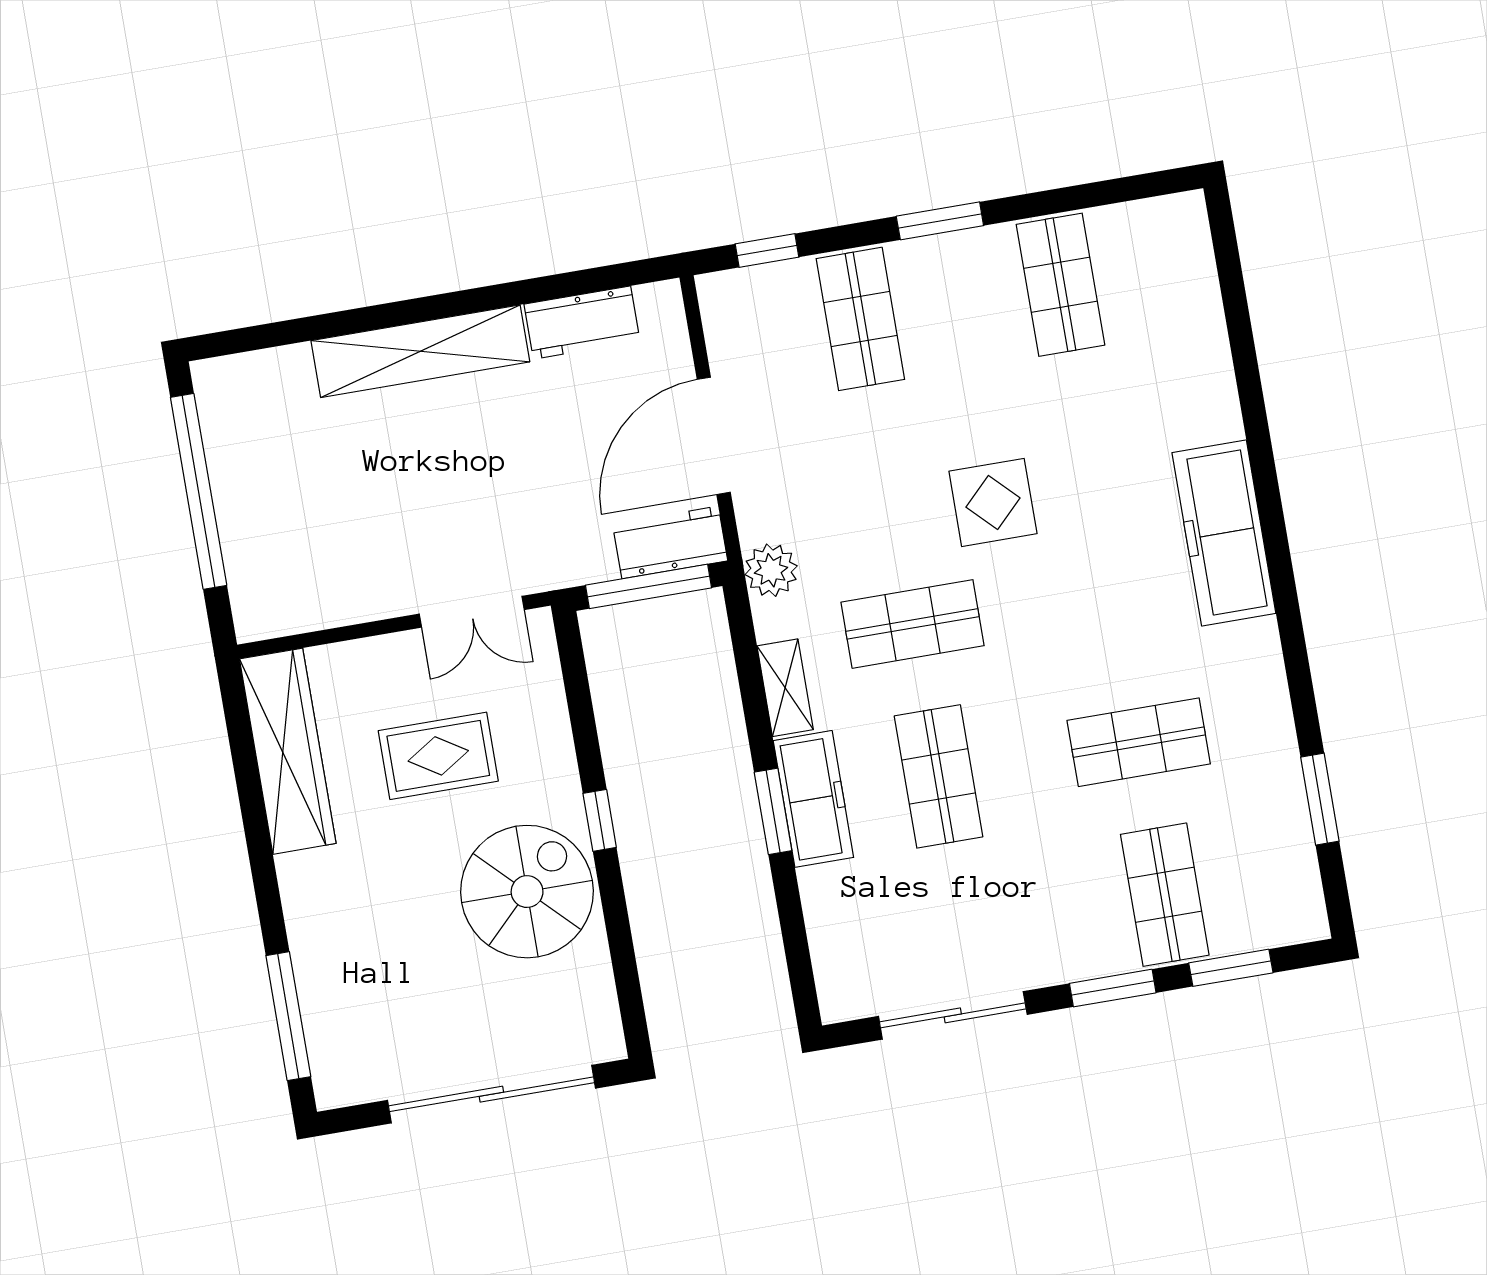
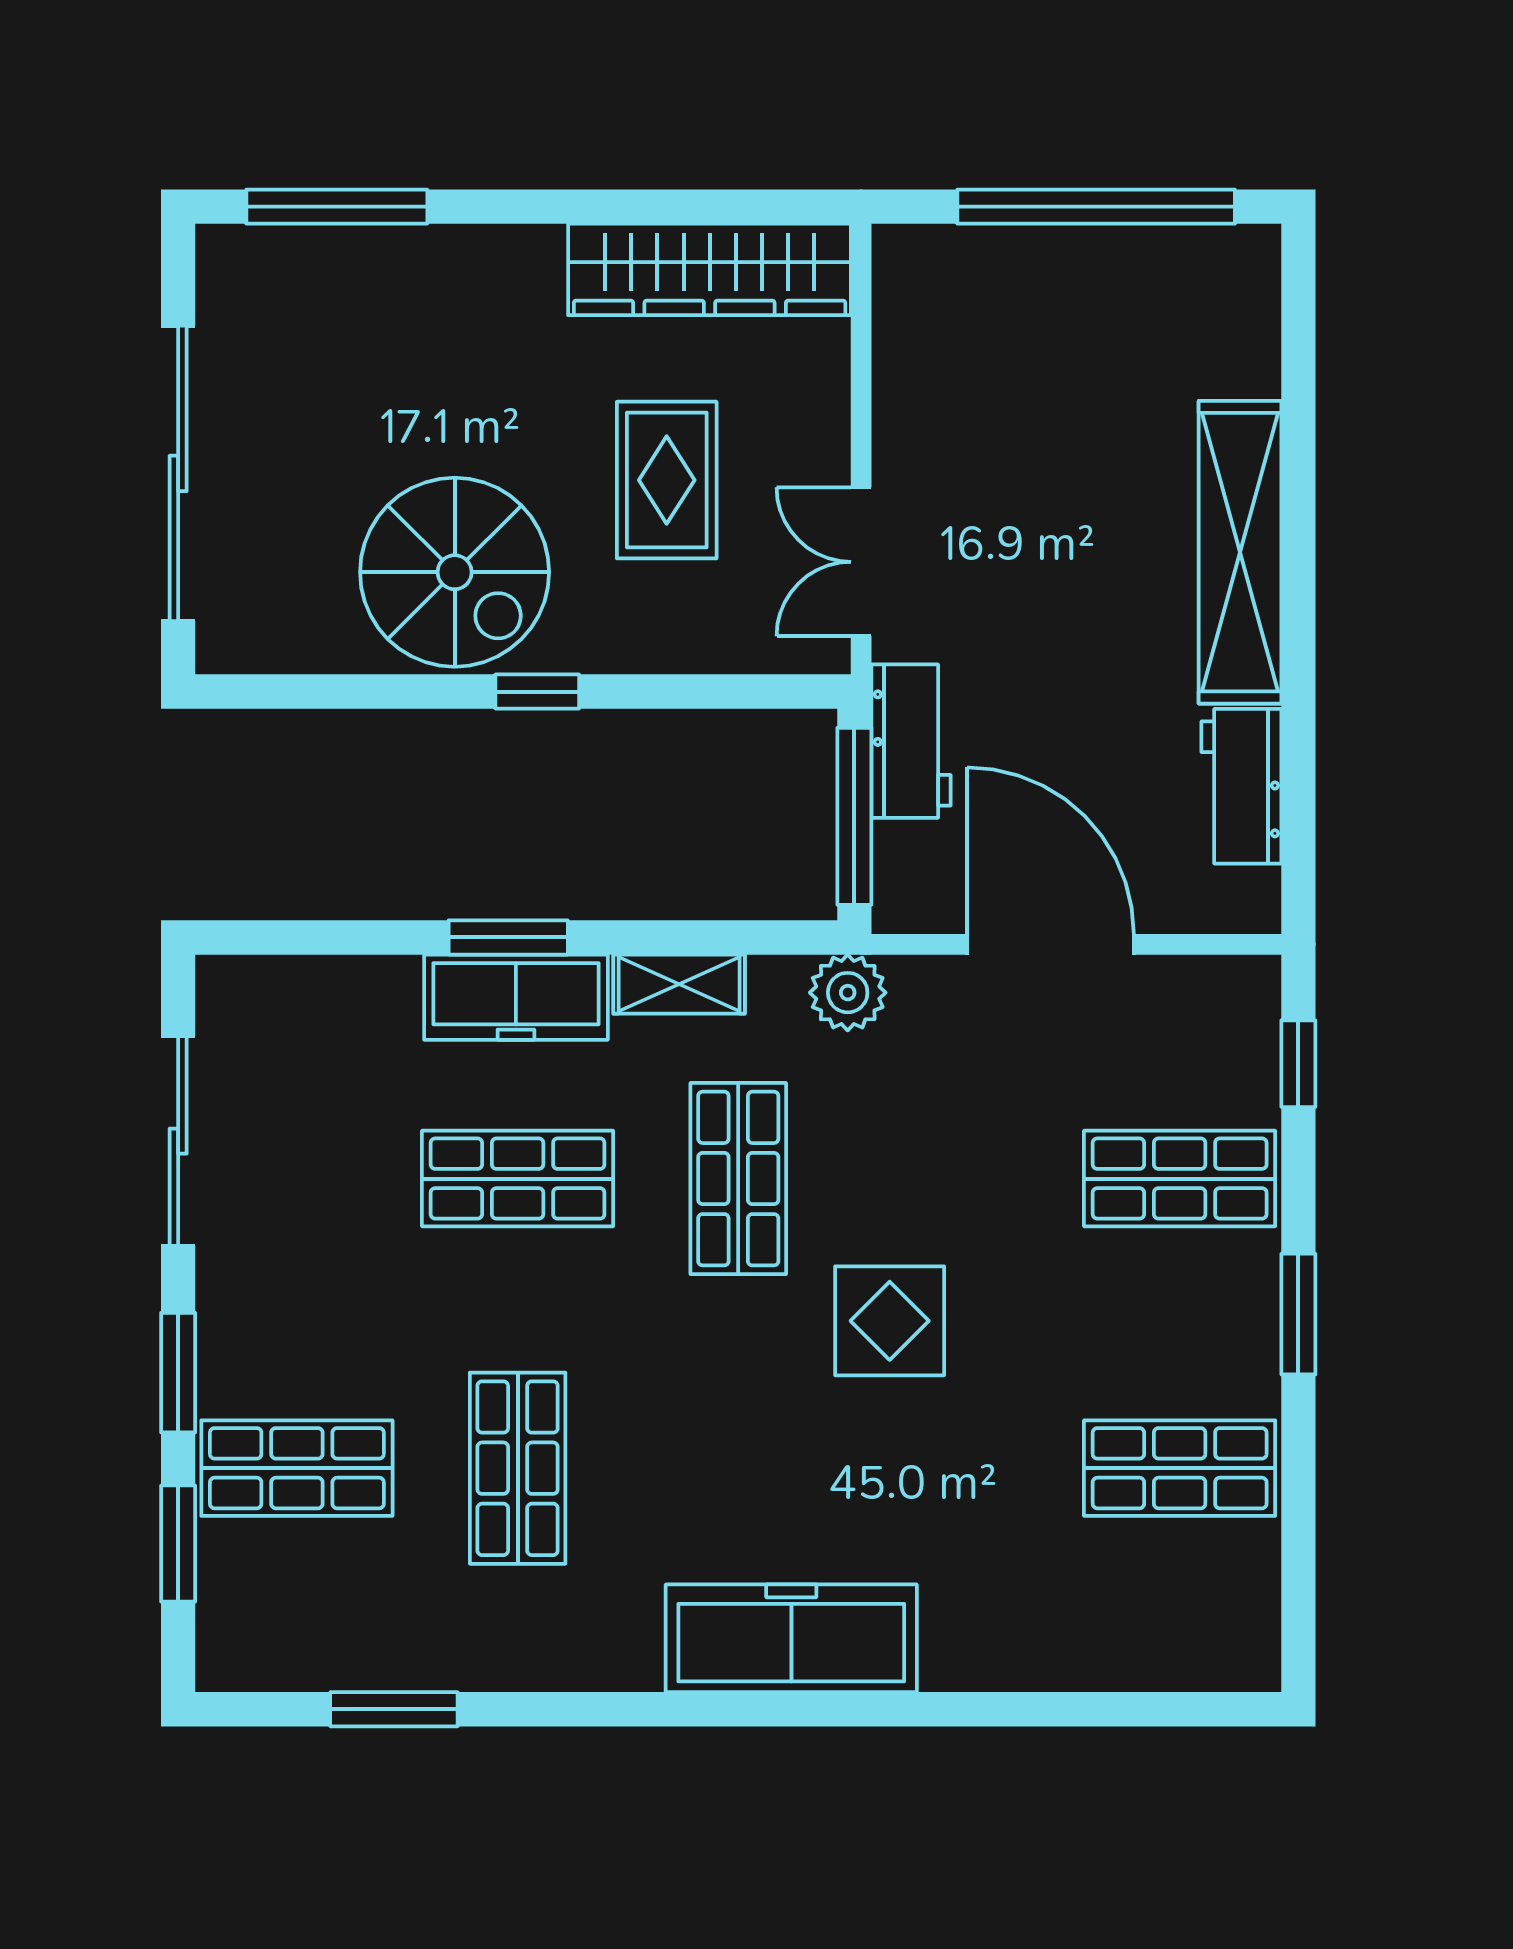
workbench: (670, 542) -> (911, 741), moved

